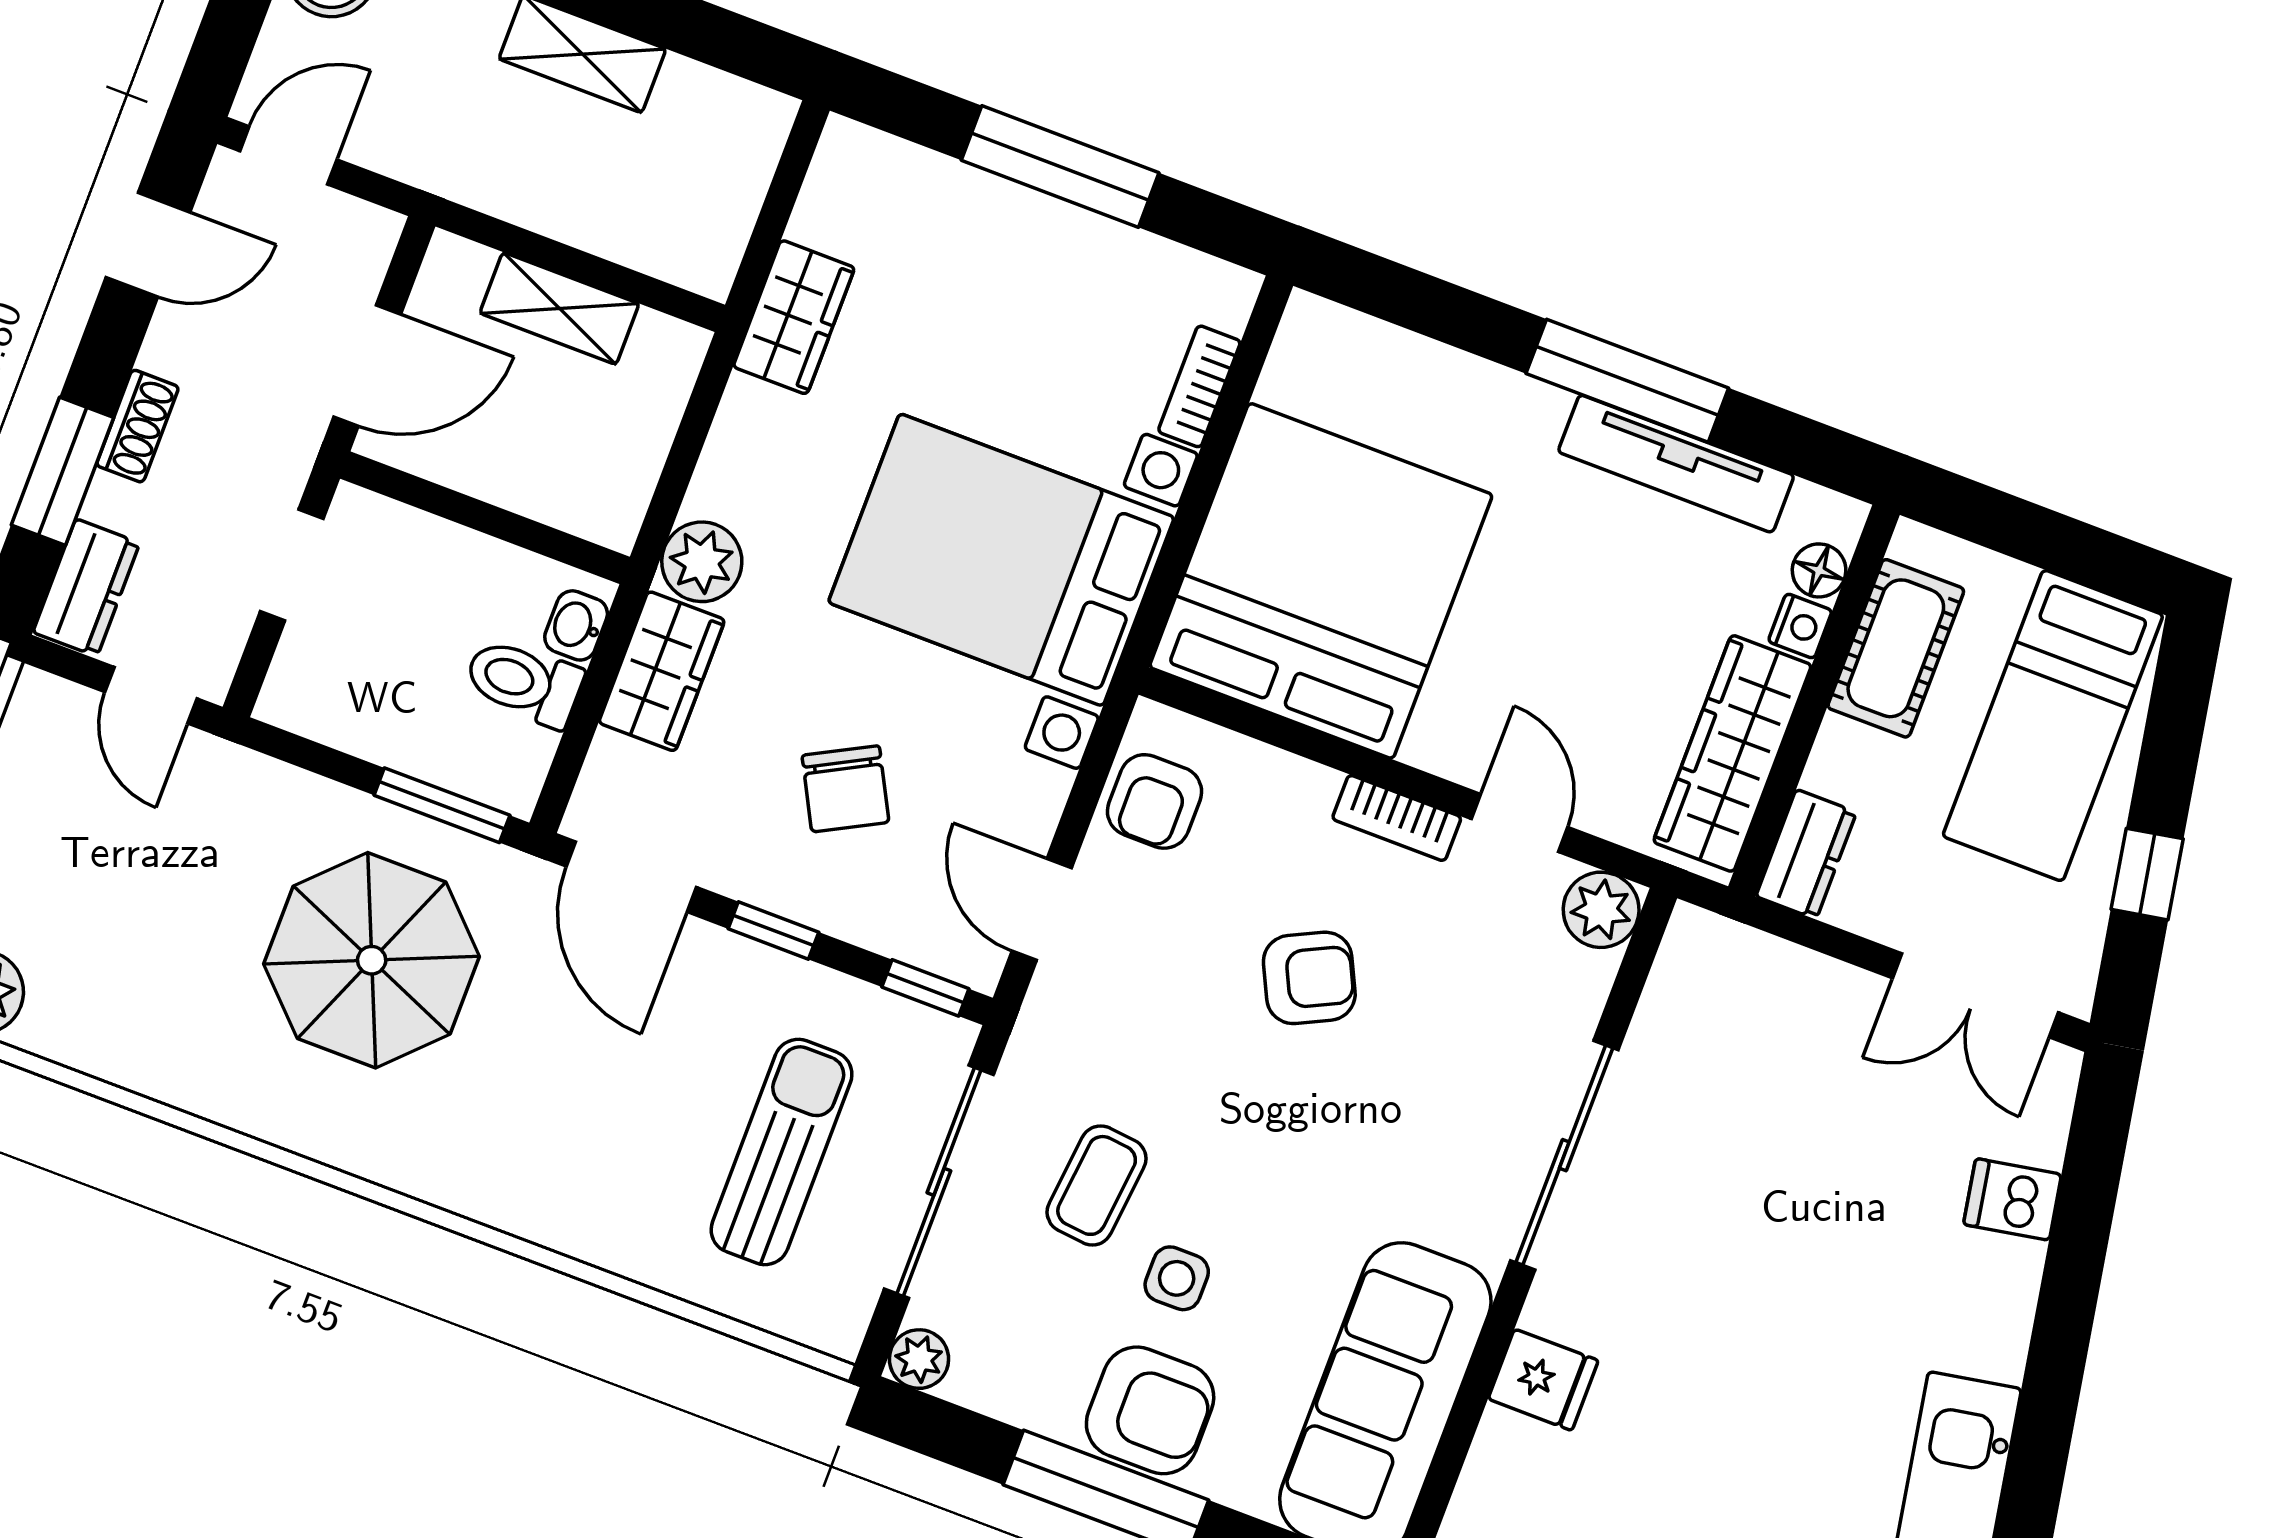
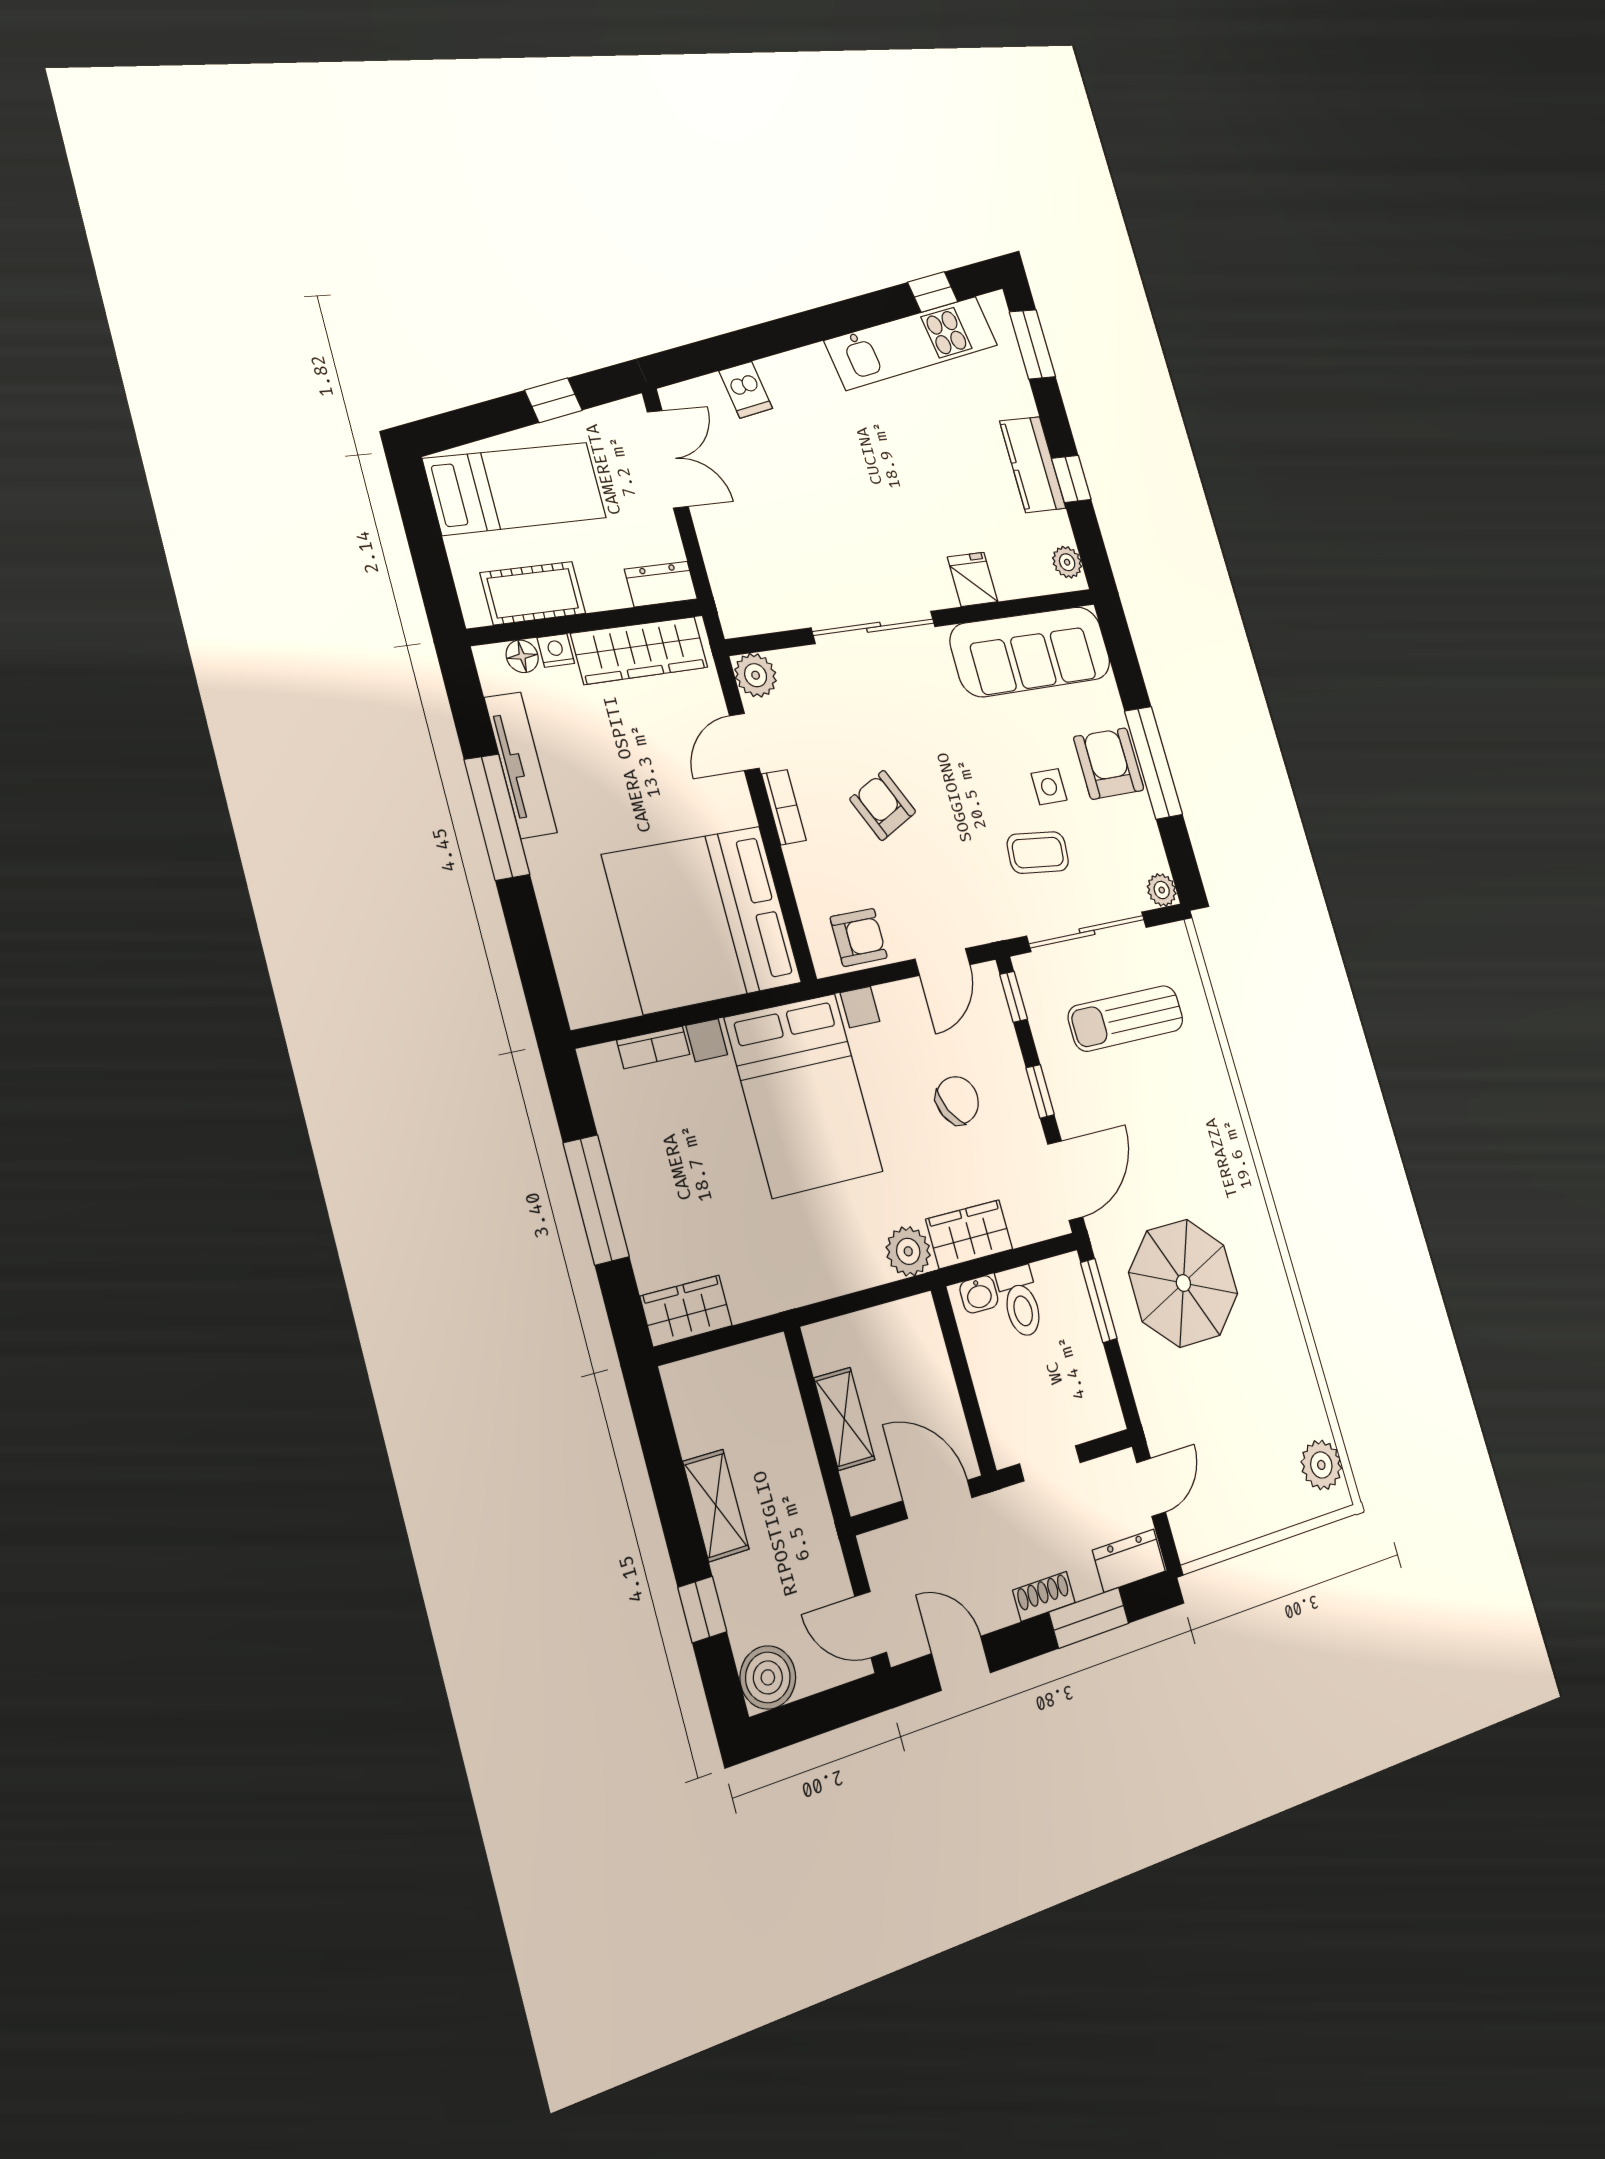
wardrobe: (794, 317) -> (686, 1311), moved

